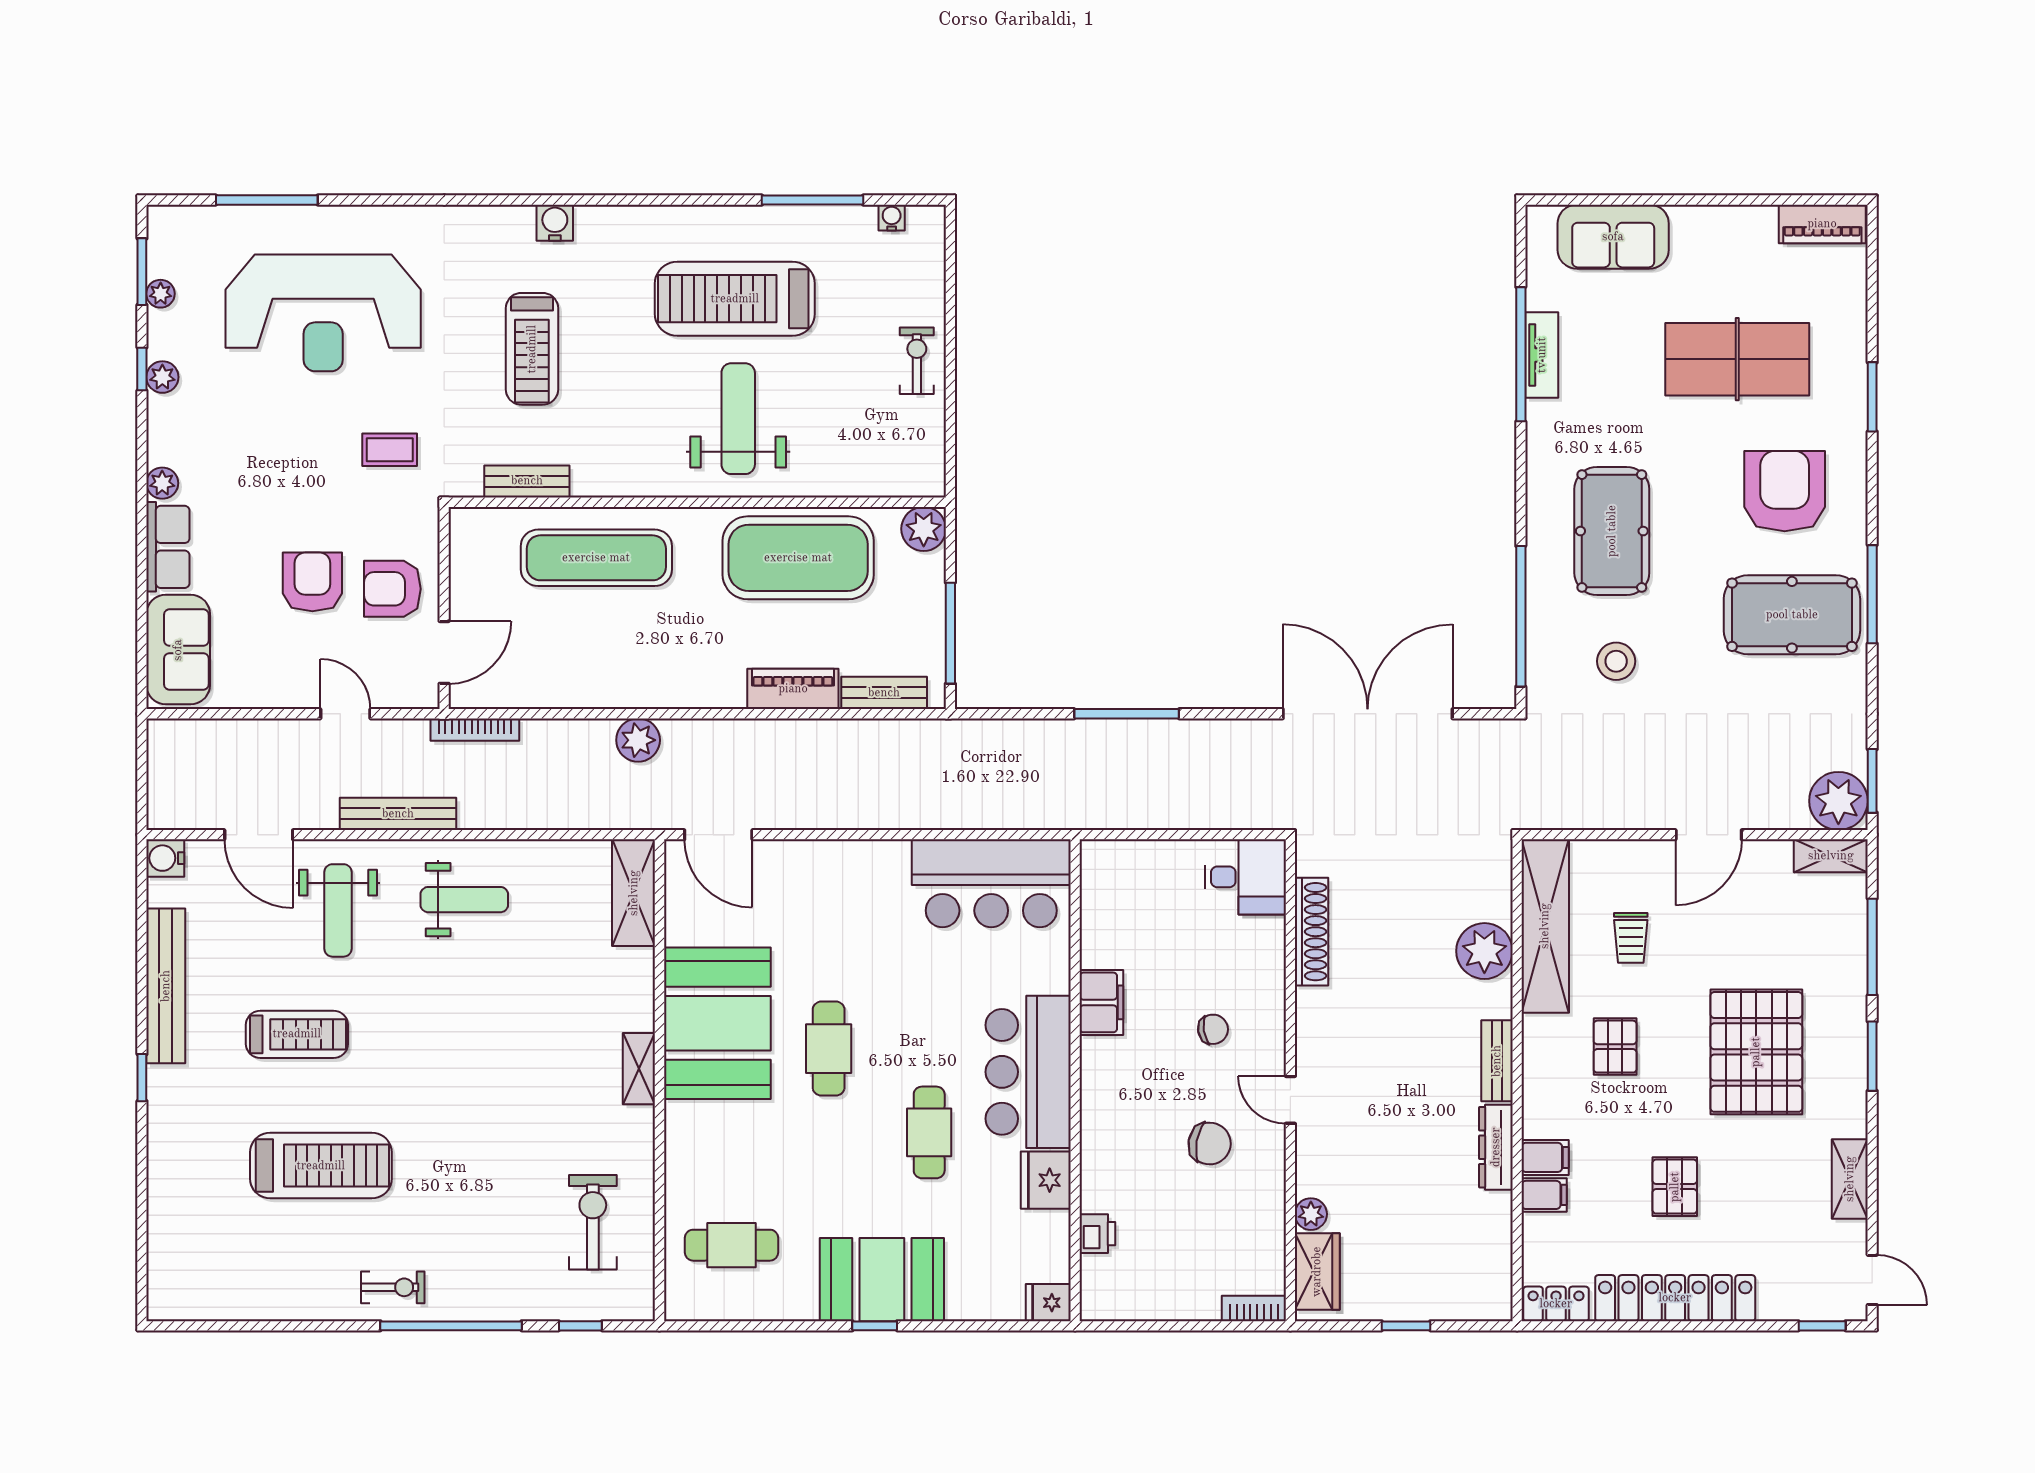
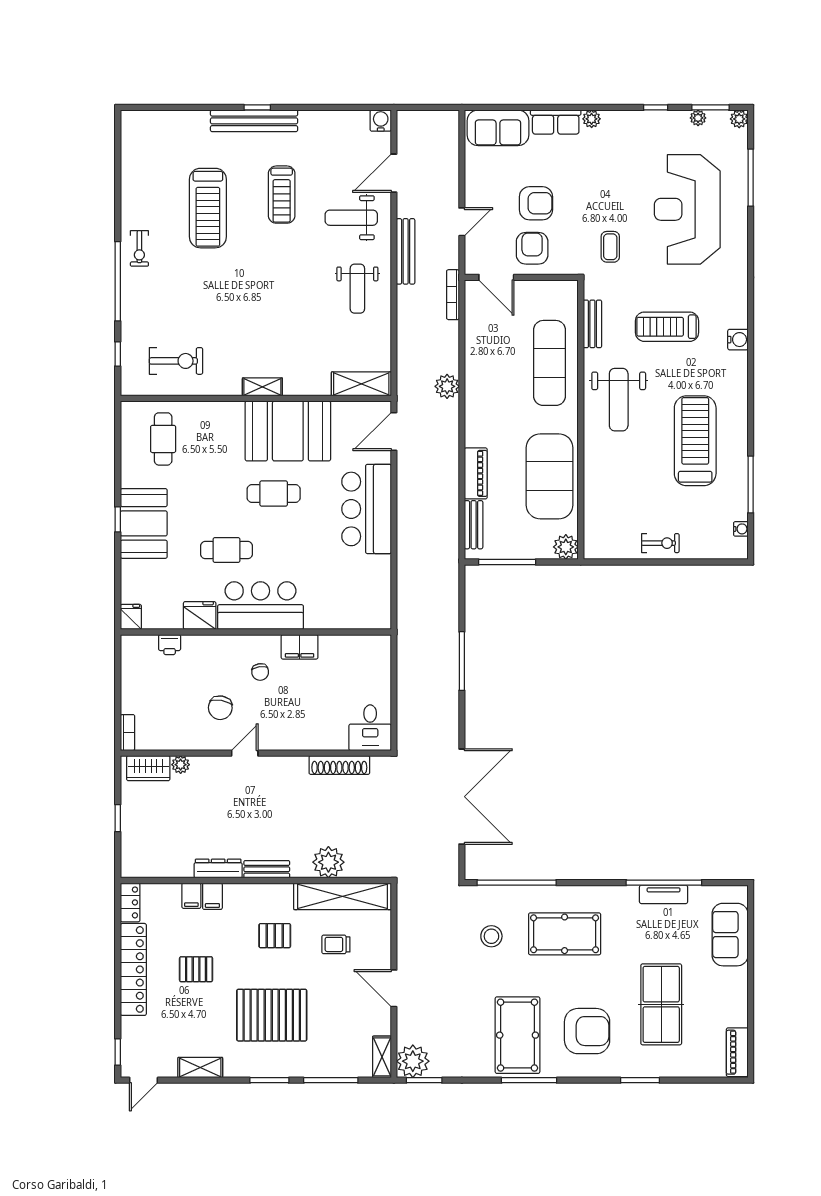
plant: (162, 377) -> (739, 119), moved
weight bench: (738, 419) -> (619, 400), moved, turned 90
bar counter: (991, 883) -> (367, 509), moved
bench: (166, 986) -> (254, 121), moved
chair: (1213, 1029) -> (260, 672), moved

